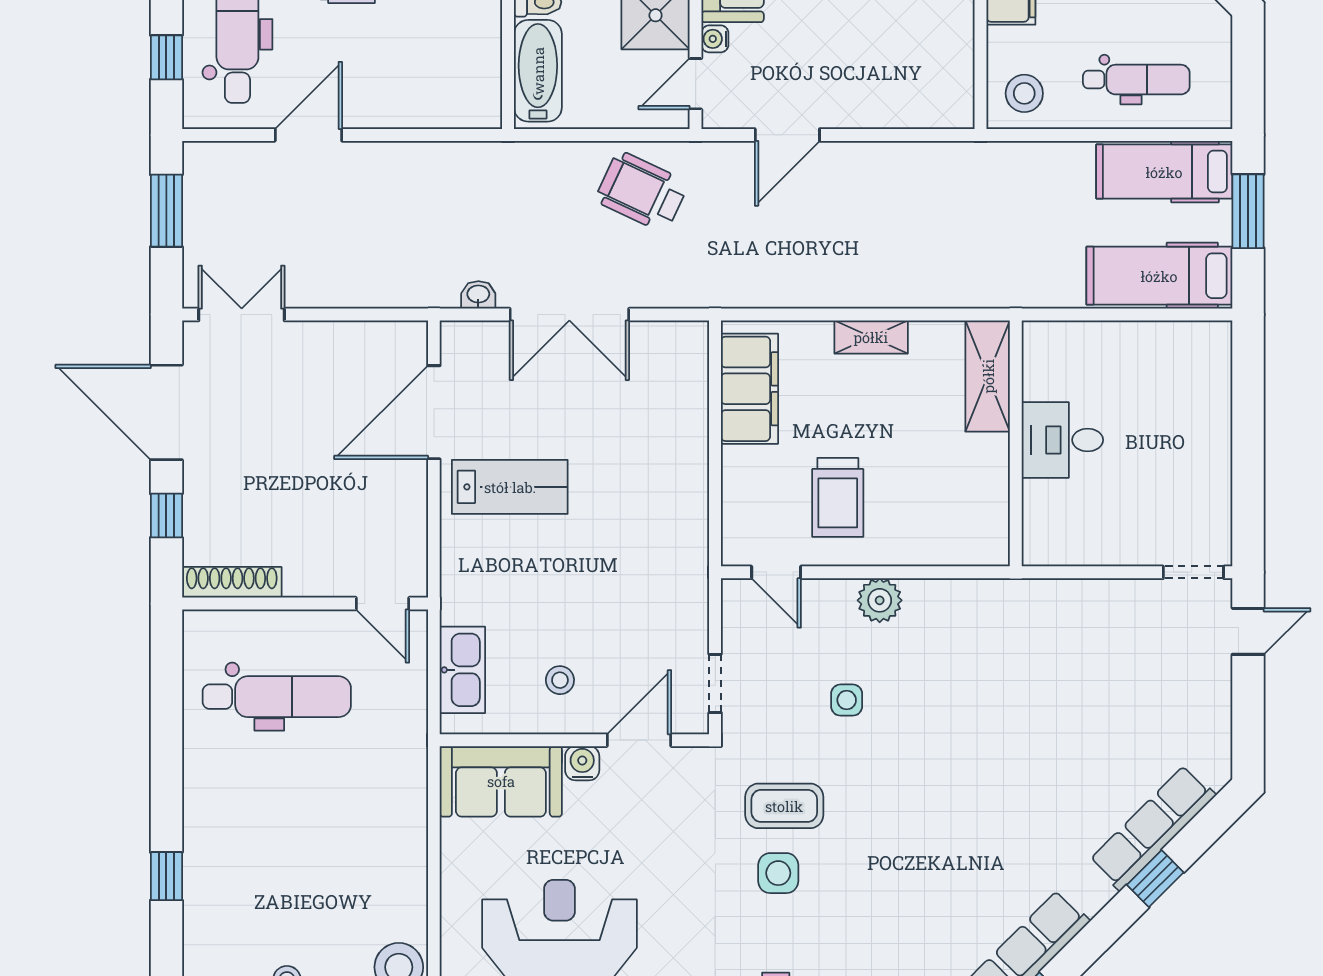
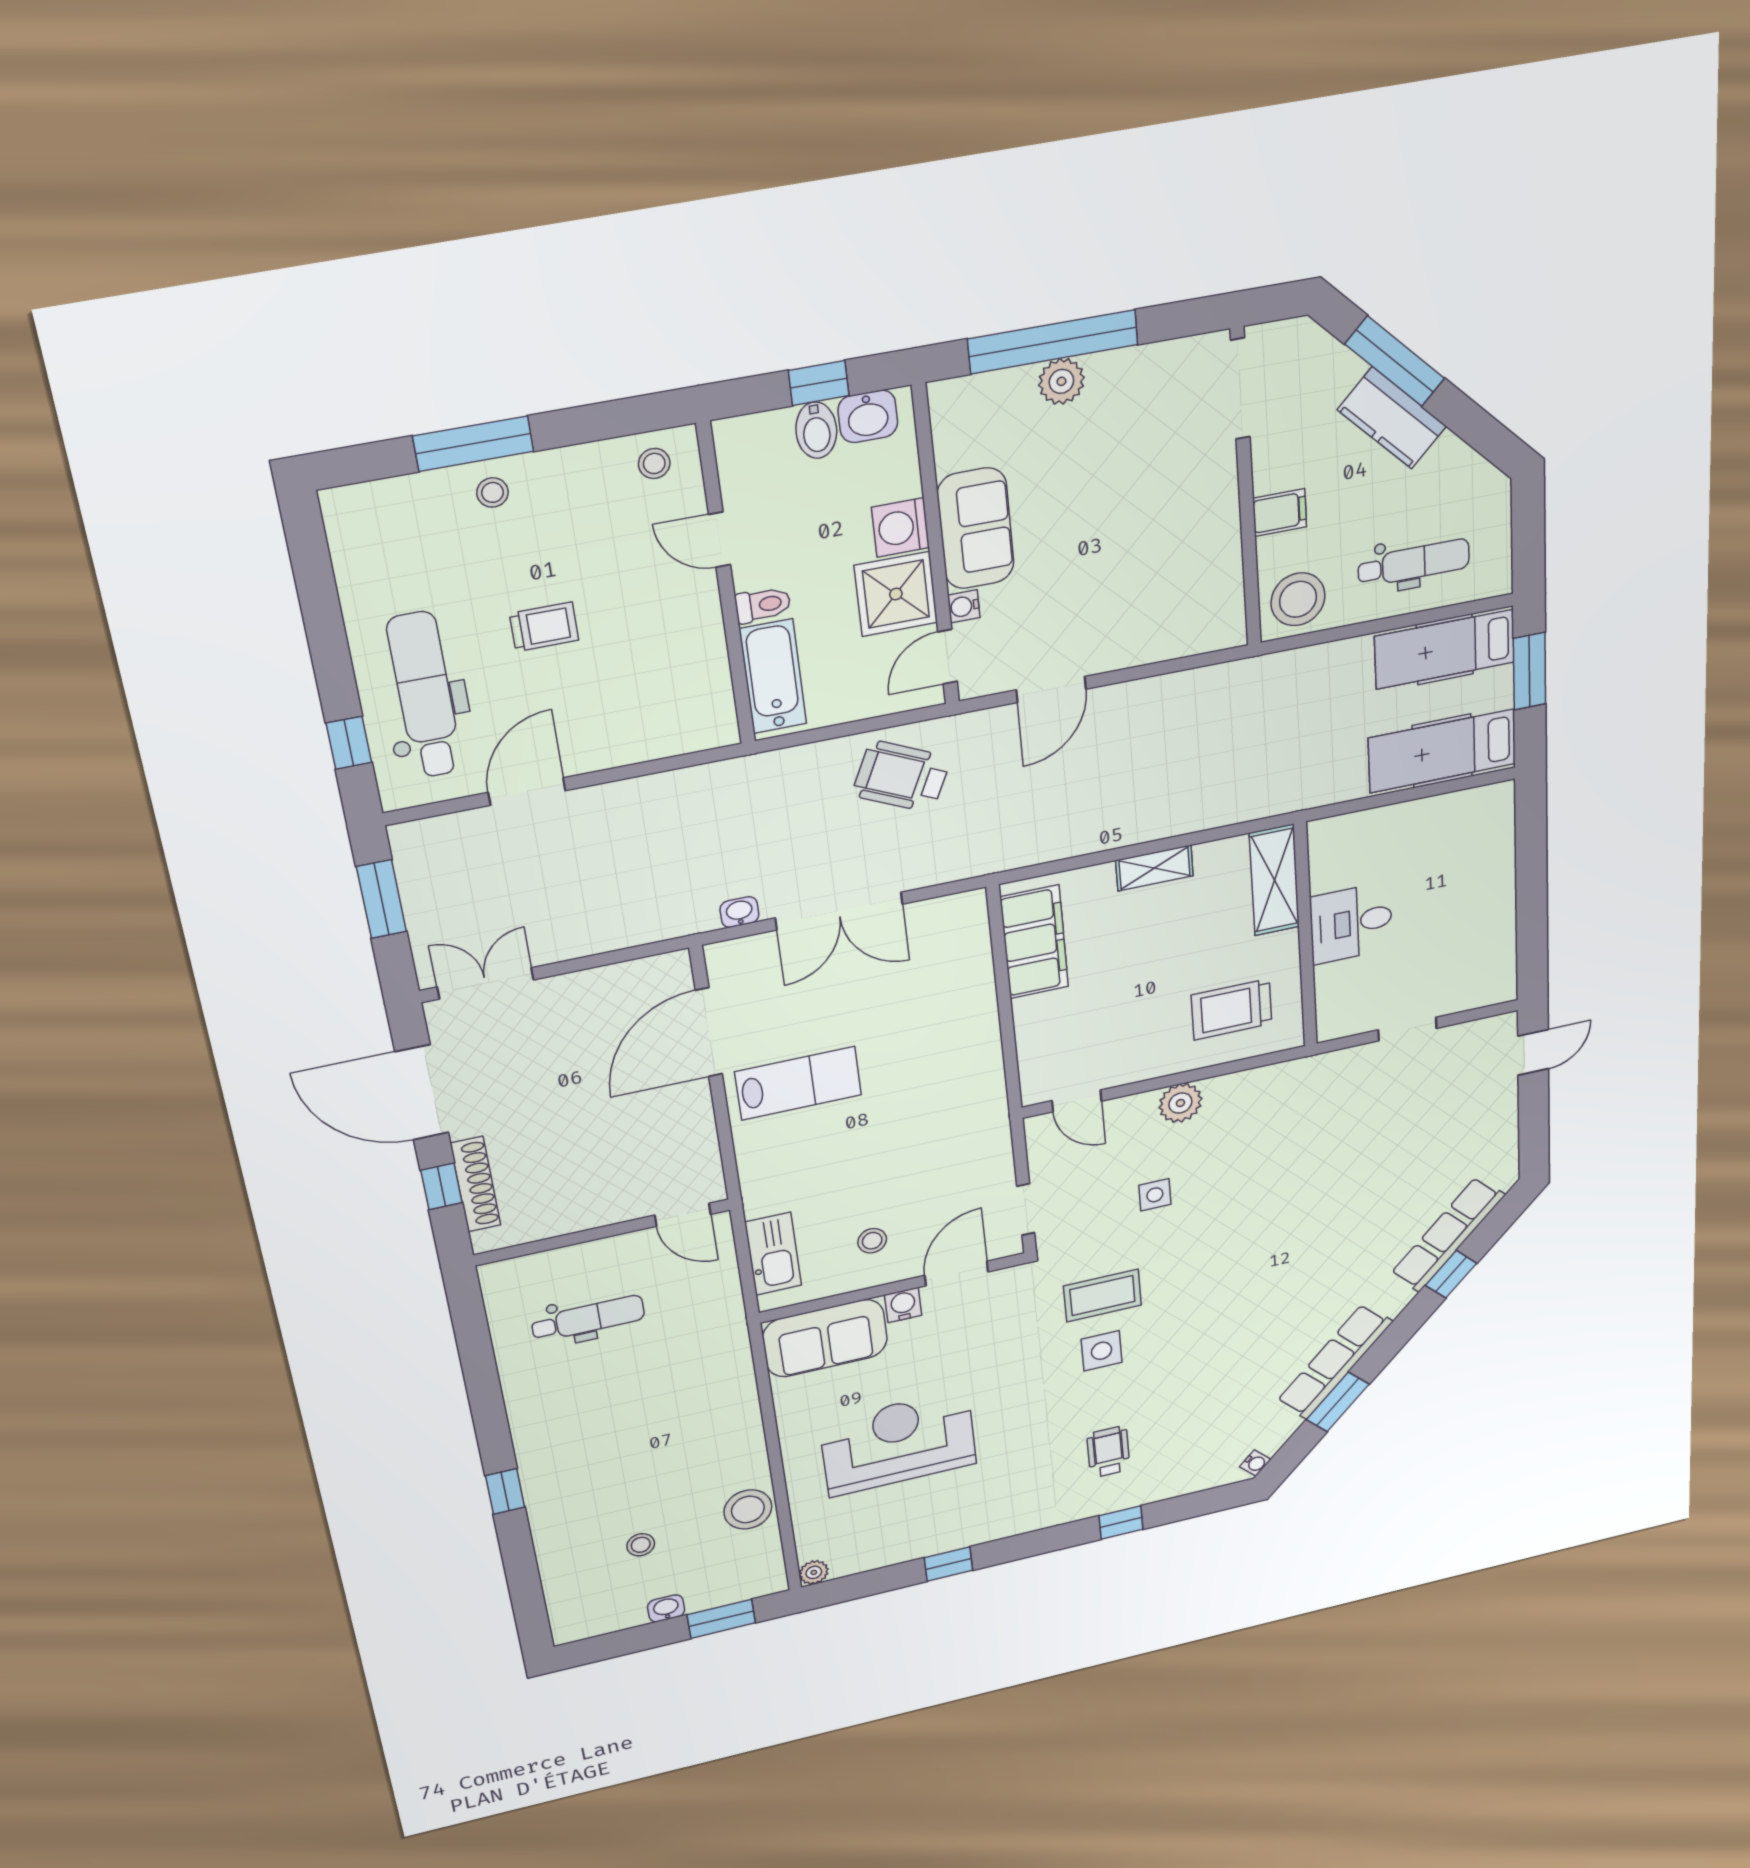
stool: (1024, 93) -> (1298, 599), width x1.38, depth x1.38
trolley: (838, 497) -> (1232, 1009), moved, turned 90
doorway: (1193, 572) -> (1407, 1029), moved
shoe rack: (232, 582) -> (476, 1184), moved, turned 90
dental chair: (277, 697) -> (588, 1319), width x0.73, depth x0.72

